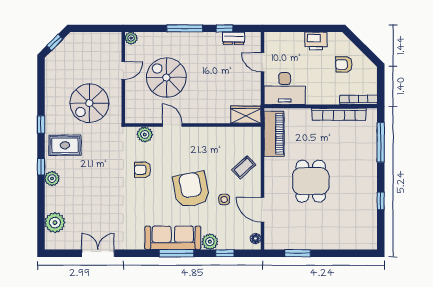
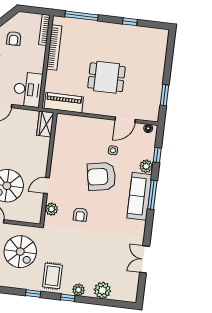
coffee table: (244, 167) -> (88, 131), removed
plant: (55, 223) -> (102, 290), moved

